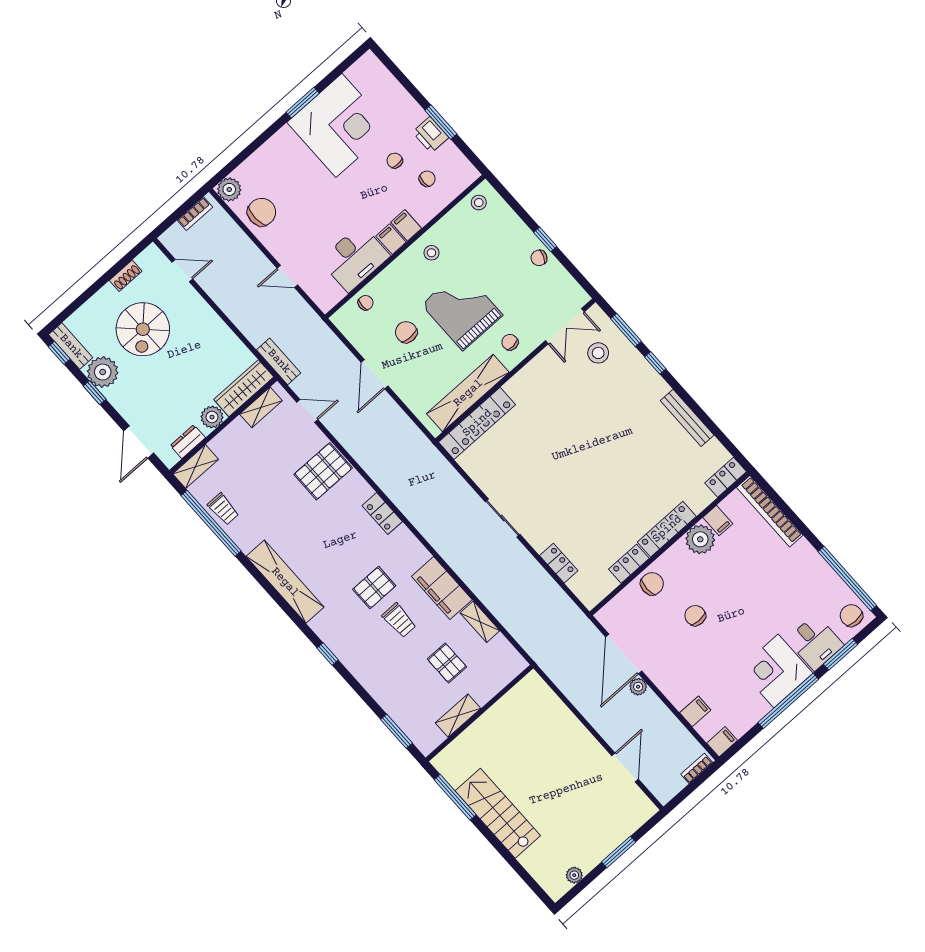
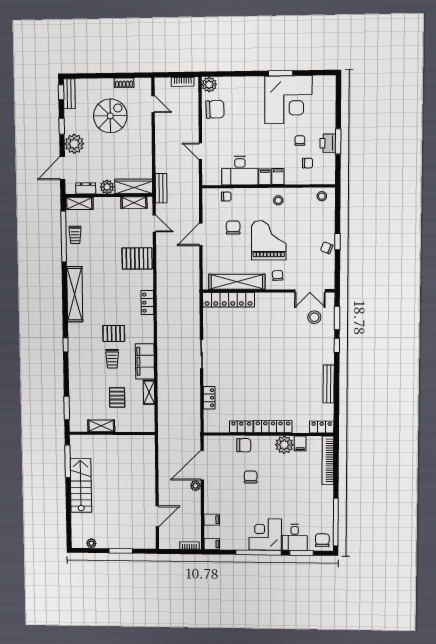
spiral stairs: (143, 329) -> (110, 116), turned 180
plant: (103, 372) -> (74, 144), moved

